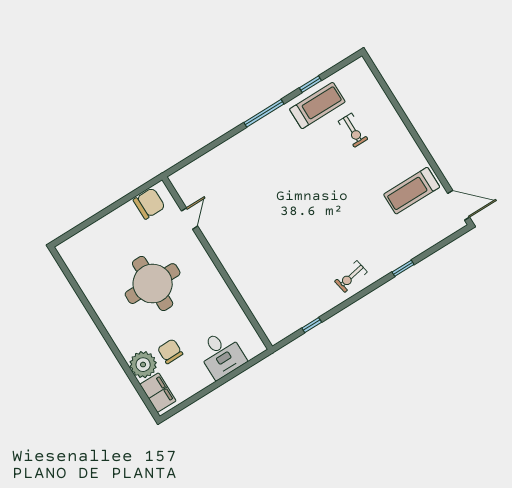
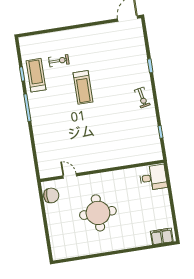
treadmill: (412, 191) -> (83, 87), moved
chair: (149, 204) -> (51, 195), turned 90
chair: (170, 351) -> (141, 219), removed
desk: (221, 354) -> (153, 178), moved
plant: (143, 365) -> (142, 238), removed

